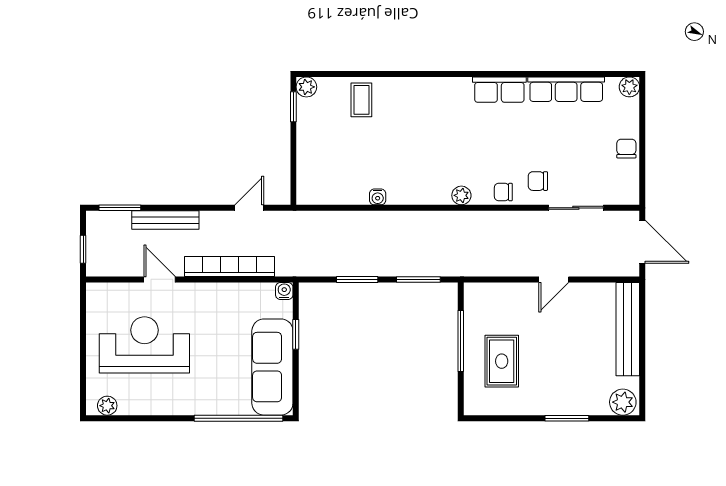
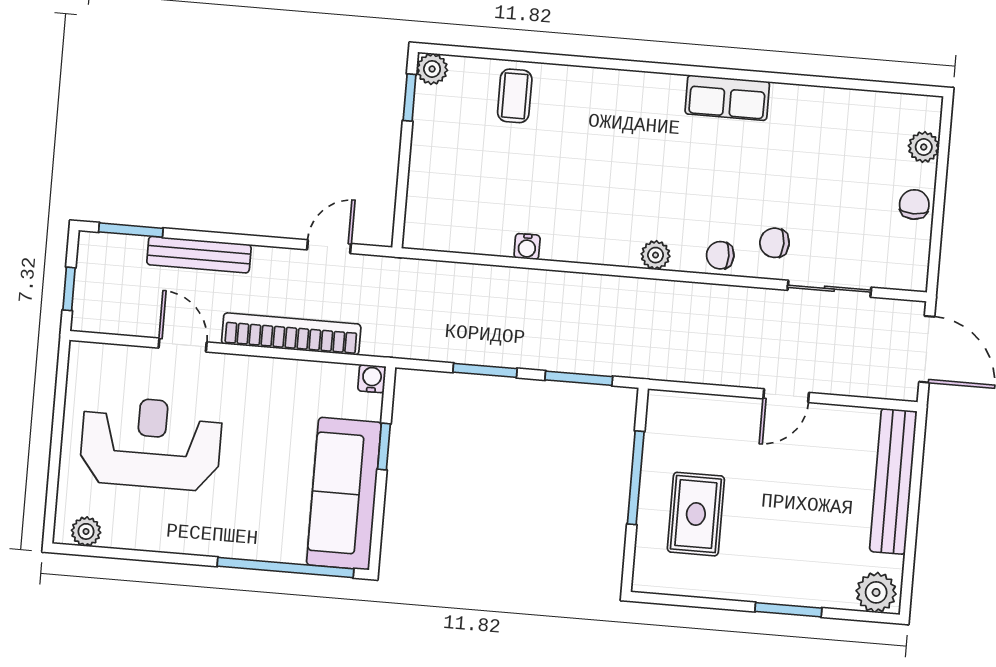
plant: (629, 87) -> (924, 147), moved
row of seats: (566, 89) -> (830, 106), removed

